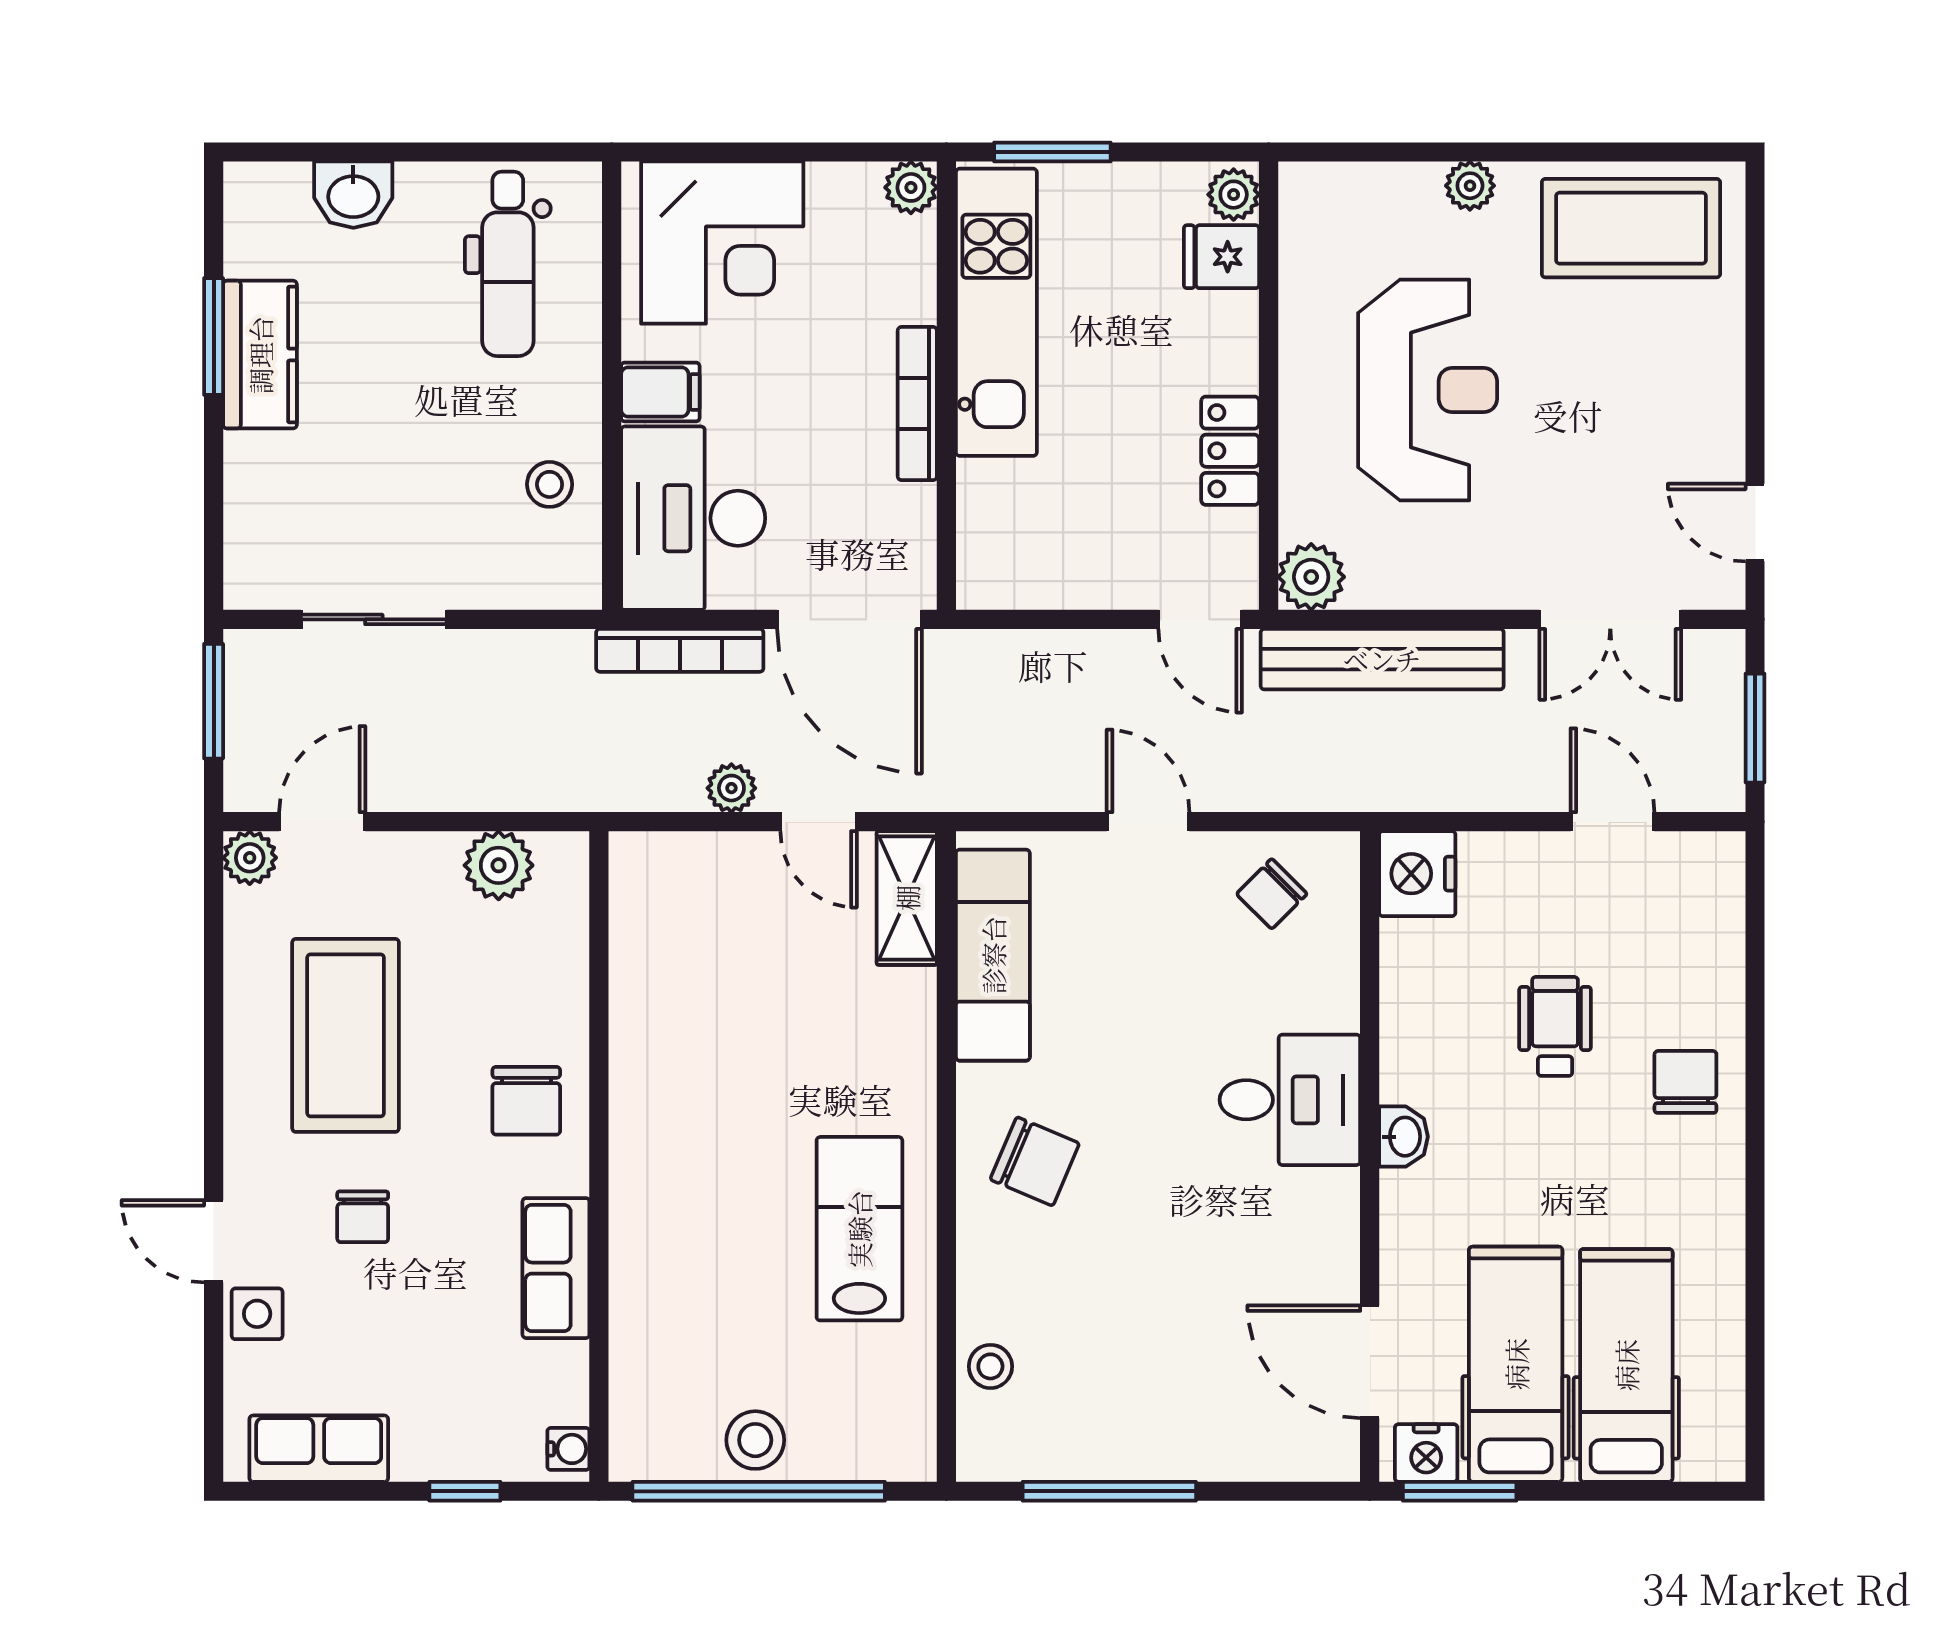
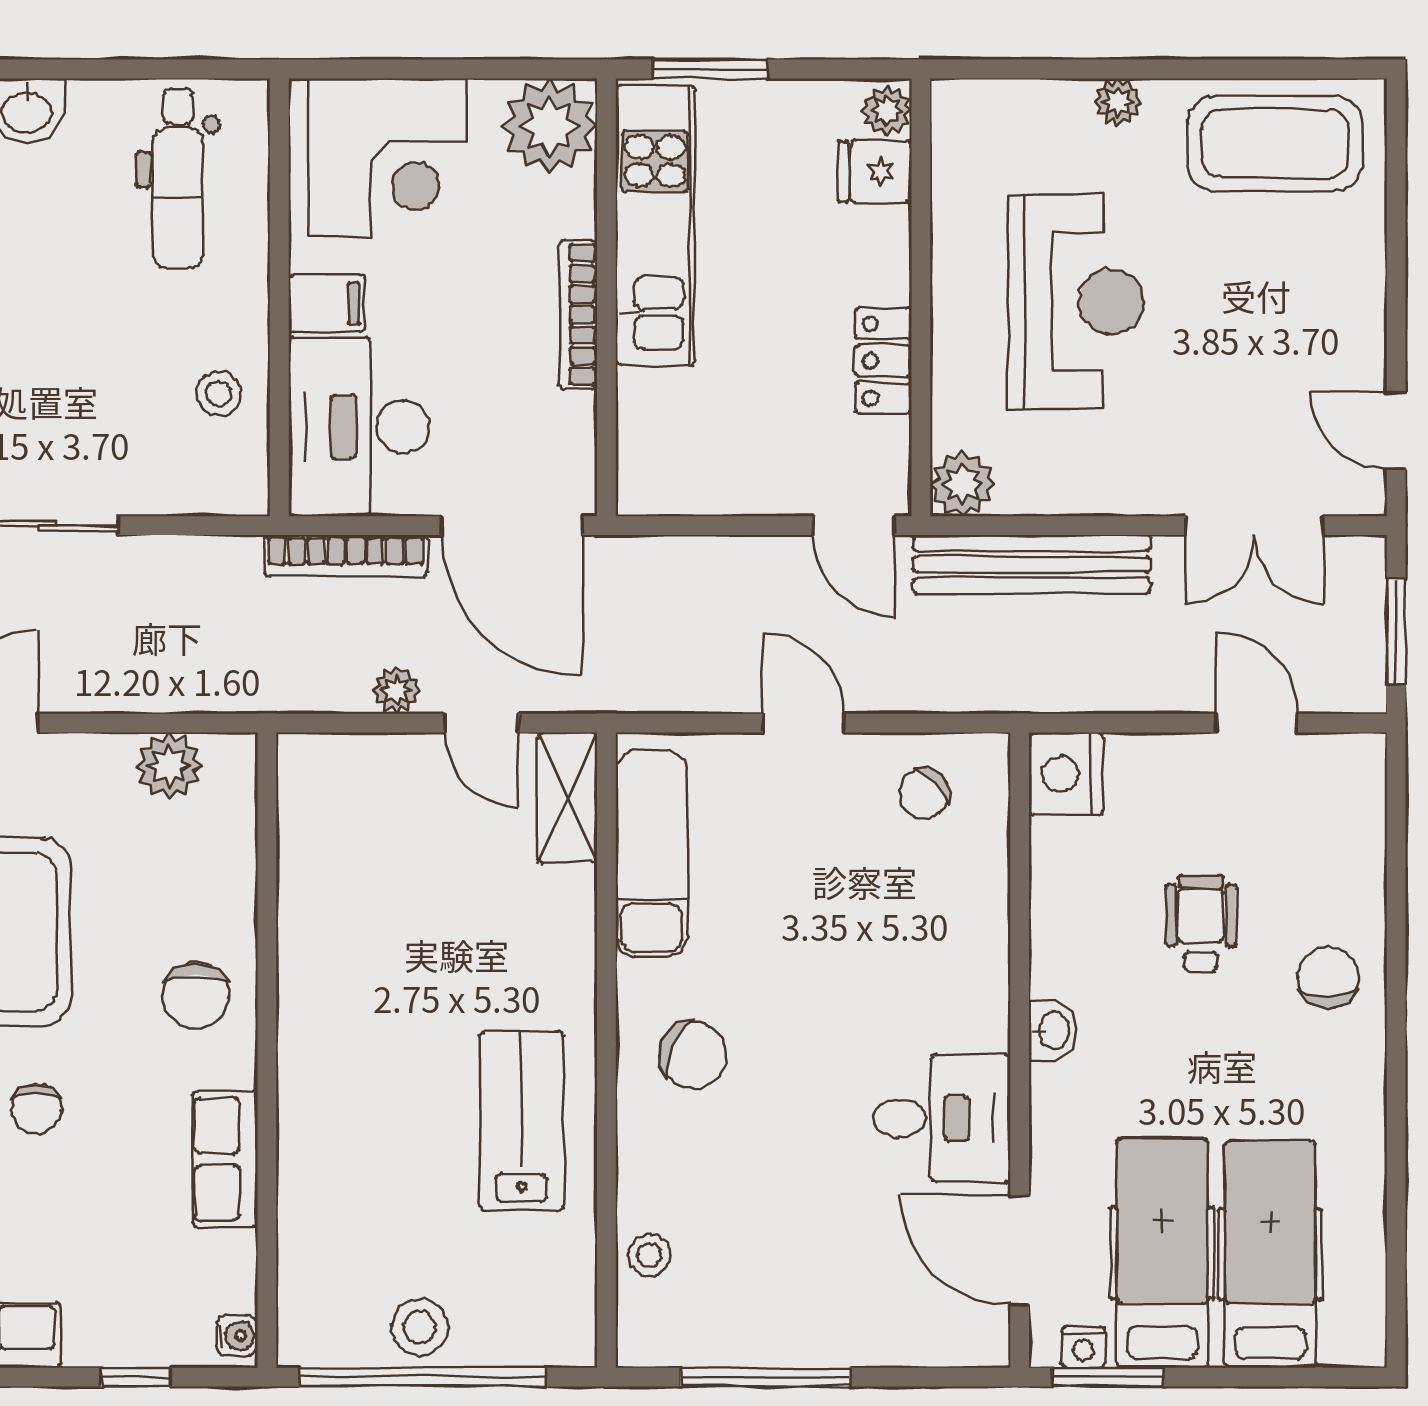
plant: (911, 187) -> (549, 126), width x1.88, depth x1.88
desk: (1290, 1100) -> (942, 1118), moved
nightstand: (1426, 1453) -> (1083, 1347), width x0.72, depth x0.74

